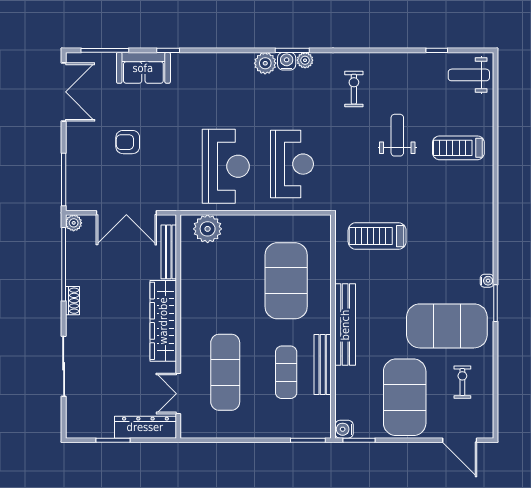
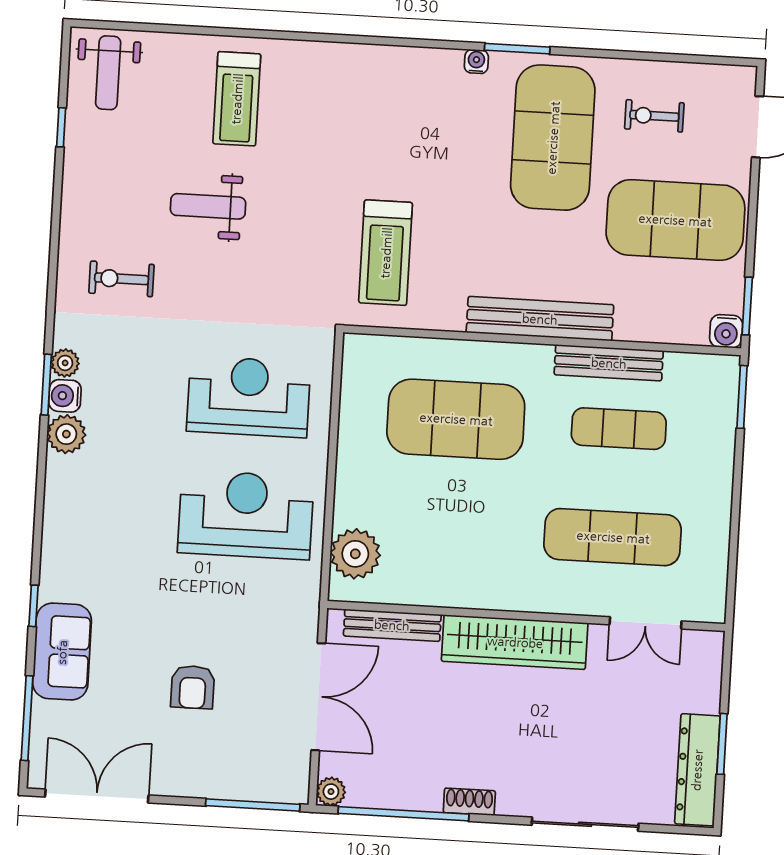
dresser: (145, 427) -> (697, 770), moved

